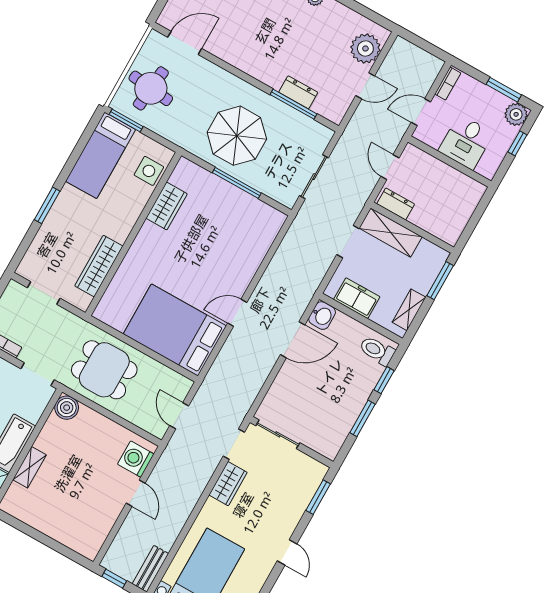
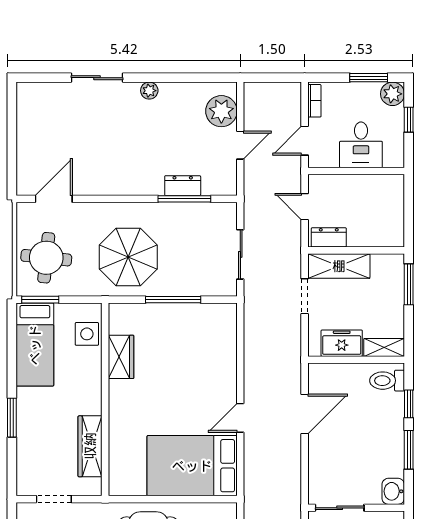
parasol: (237, 136) -> (128, 257), moved
shelving: (409, 310) -> (384, 347), moved, turned 90
washbasin: (322, 316) -> (393, 491), moved, turned 180

